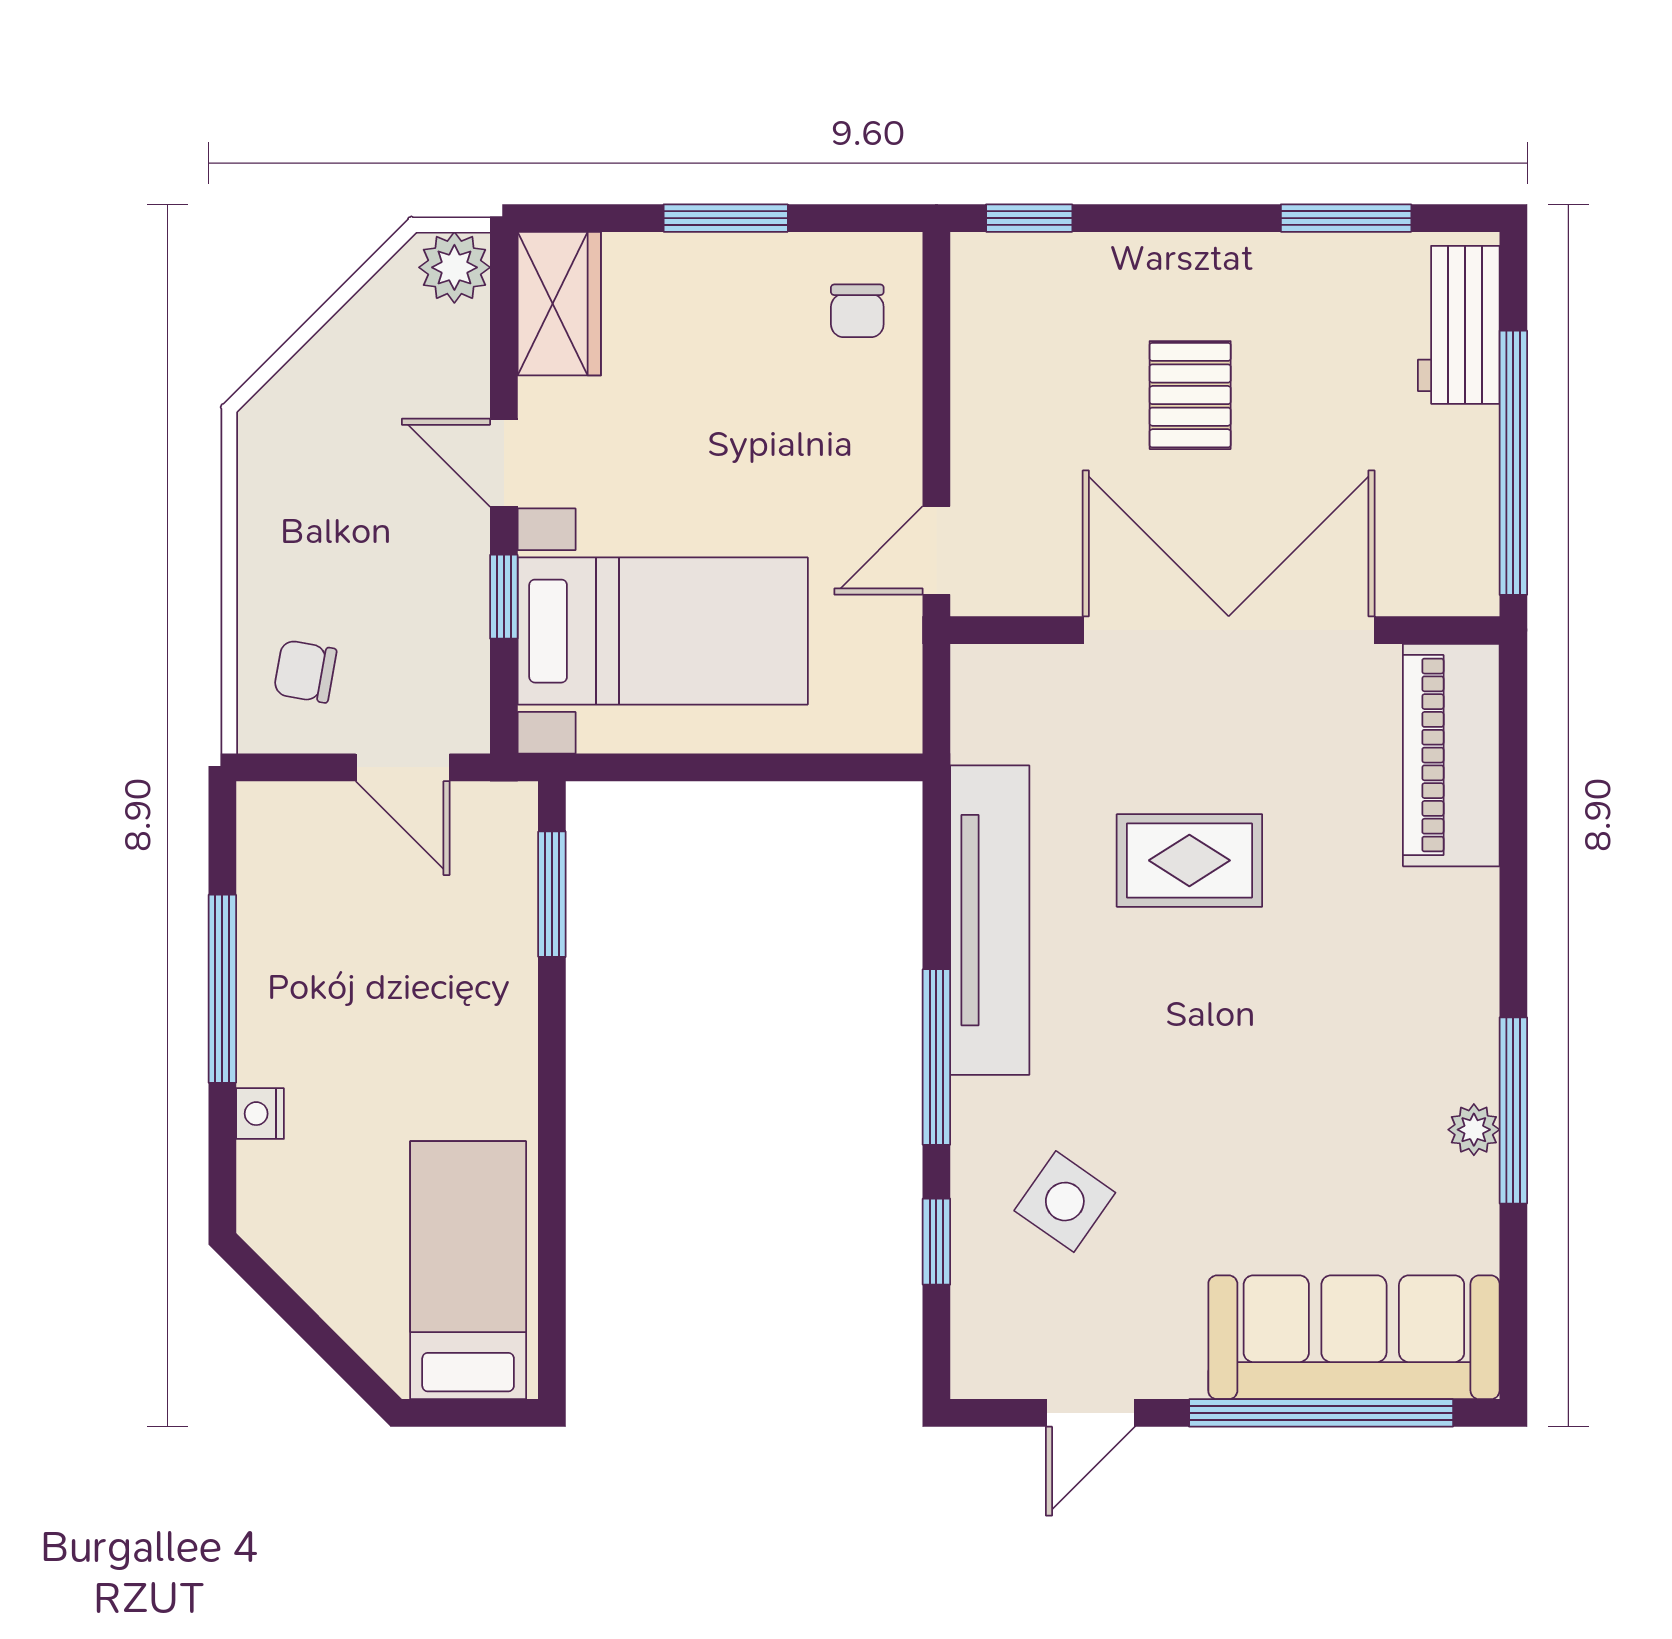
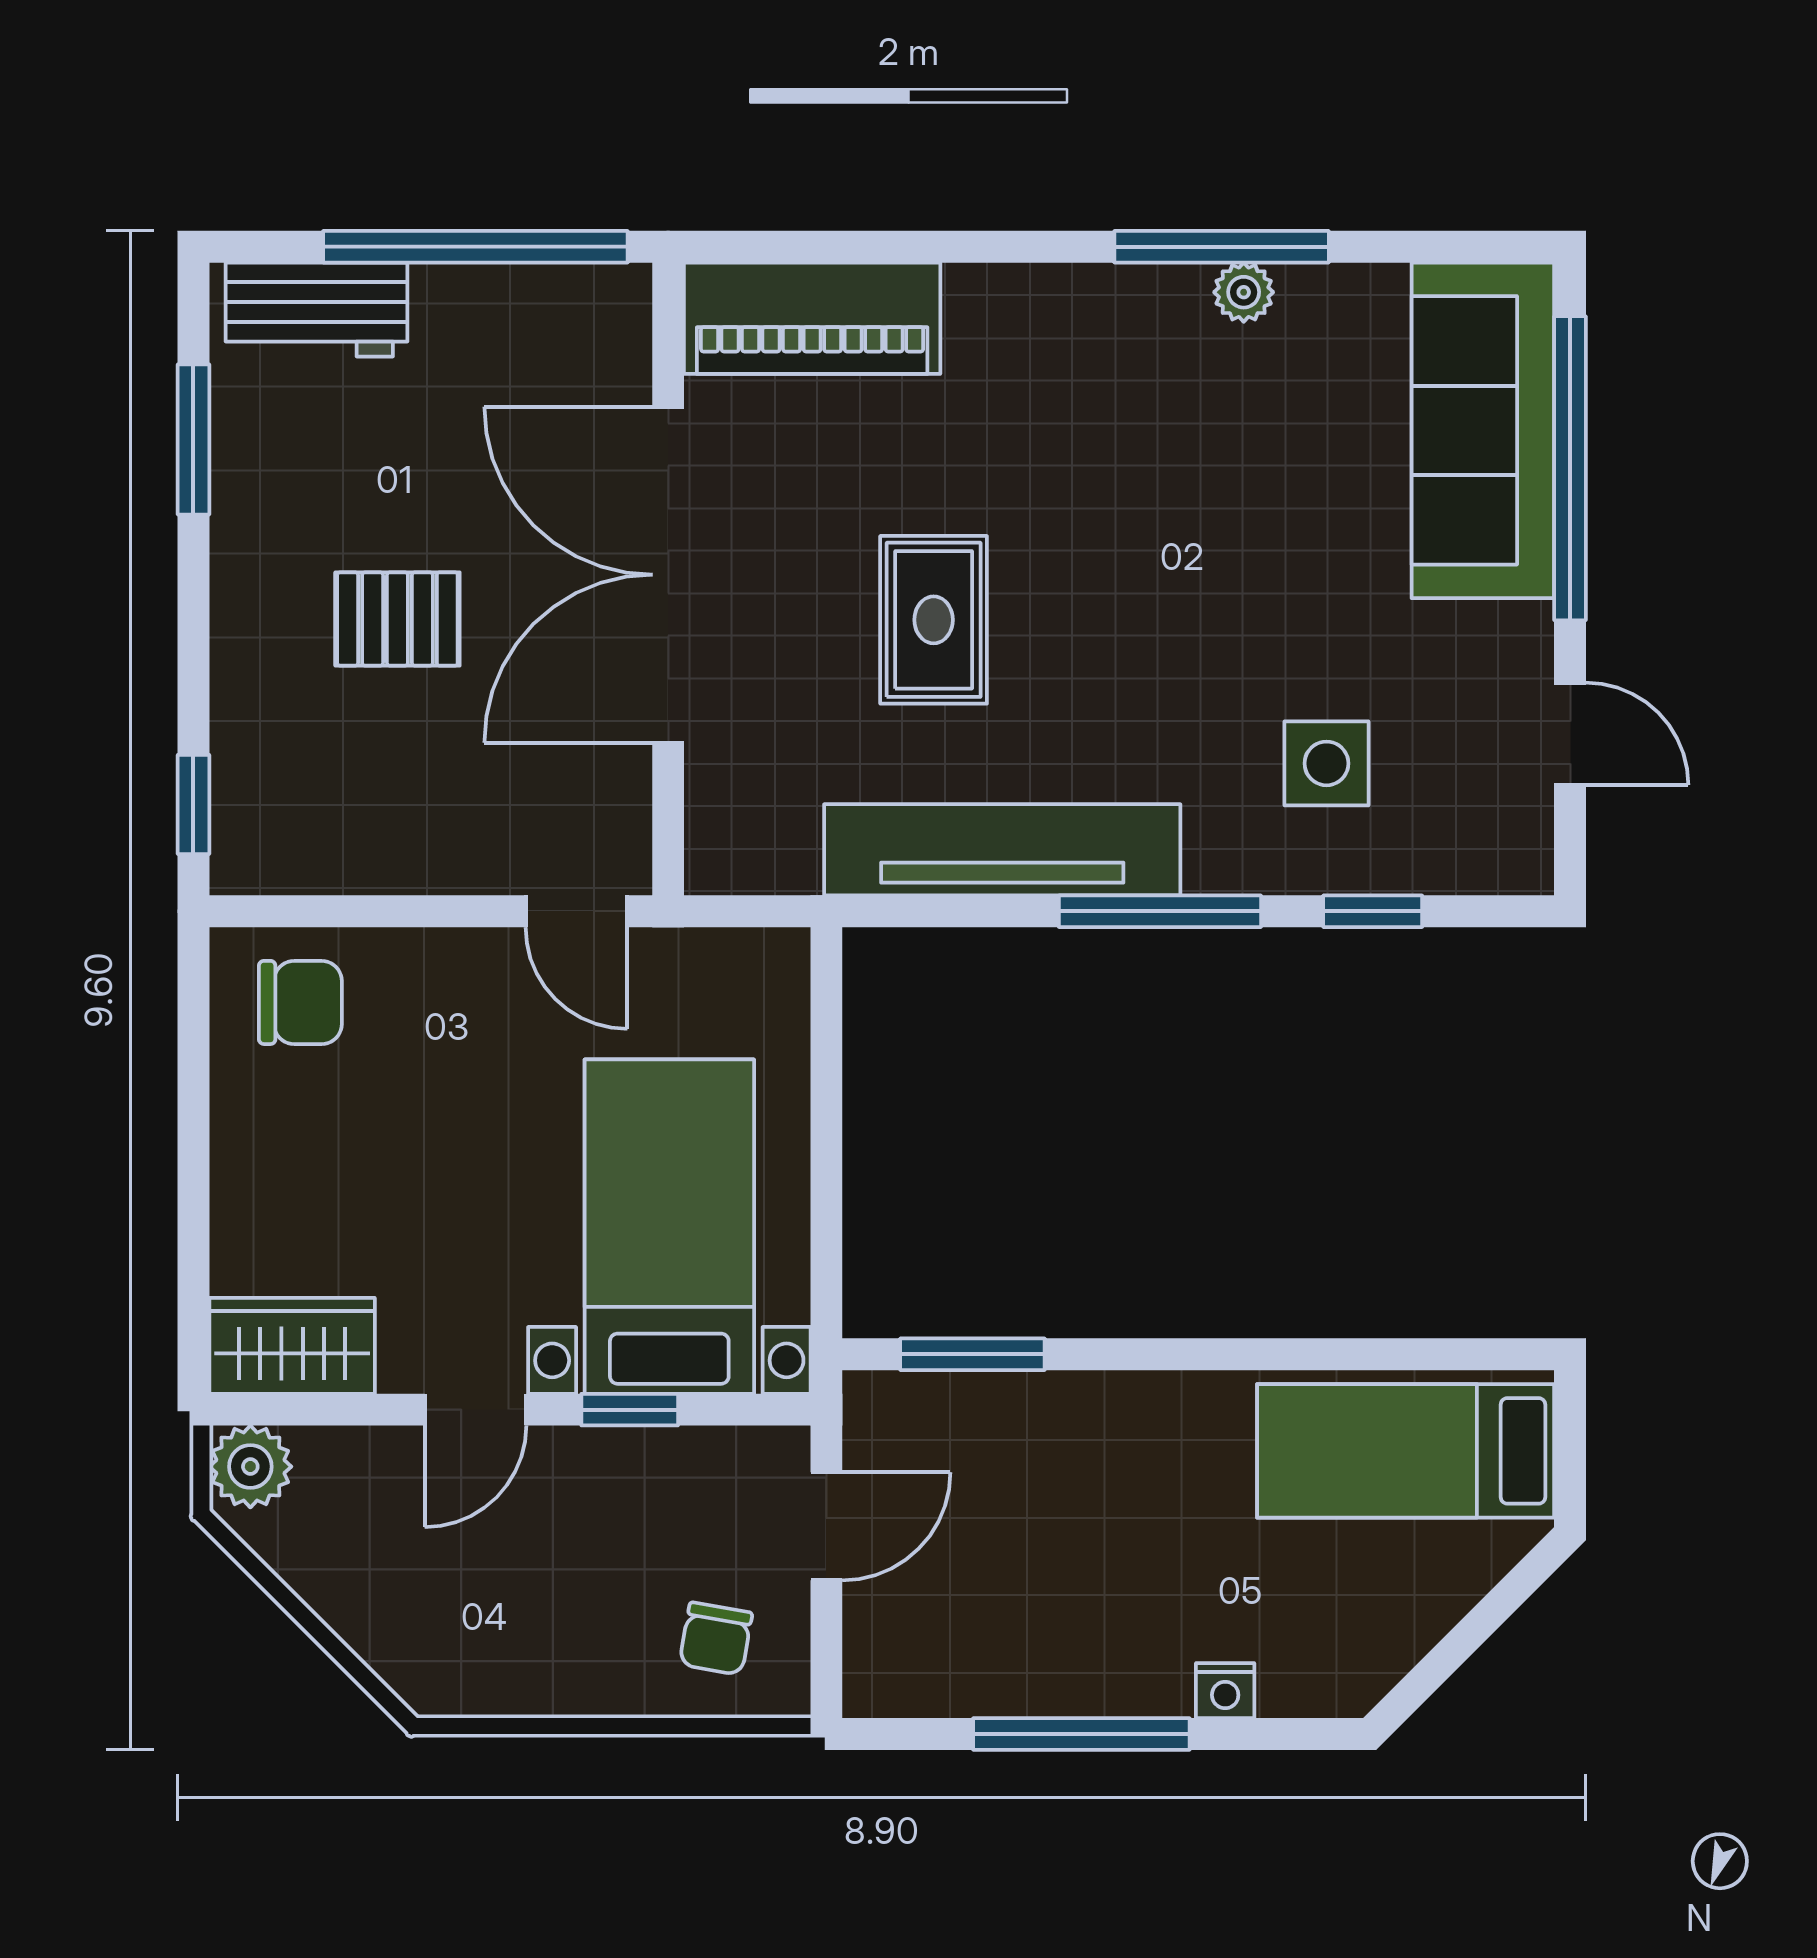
window: (726, 218) -> (193, 1154), removed
chair: (857, 311) -> (300, 1002), width x1.37, depth x1.37
side table: (1065, 1202) -> (1326, 763), turned -35

